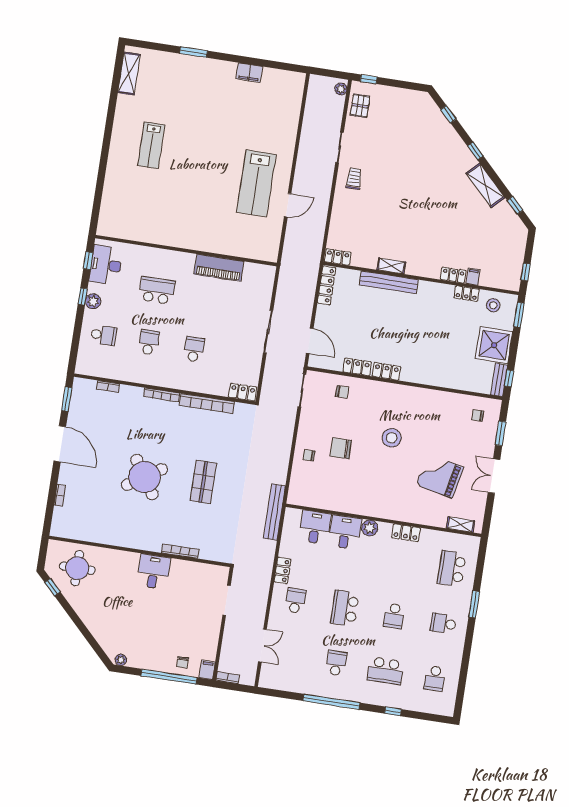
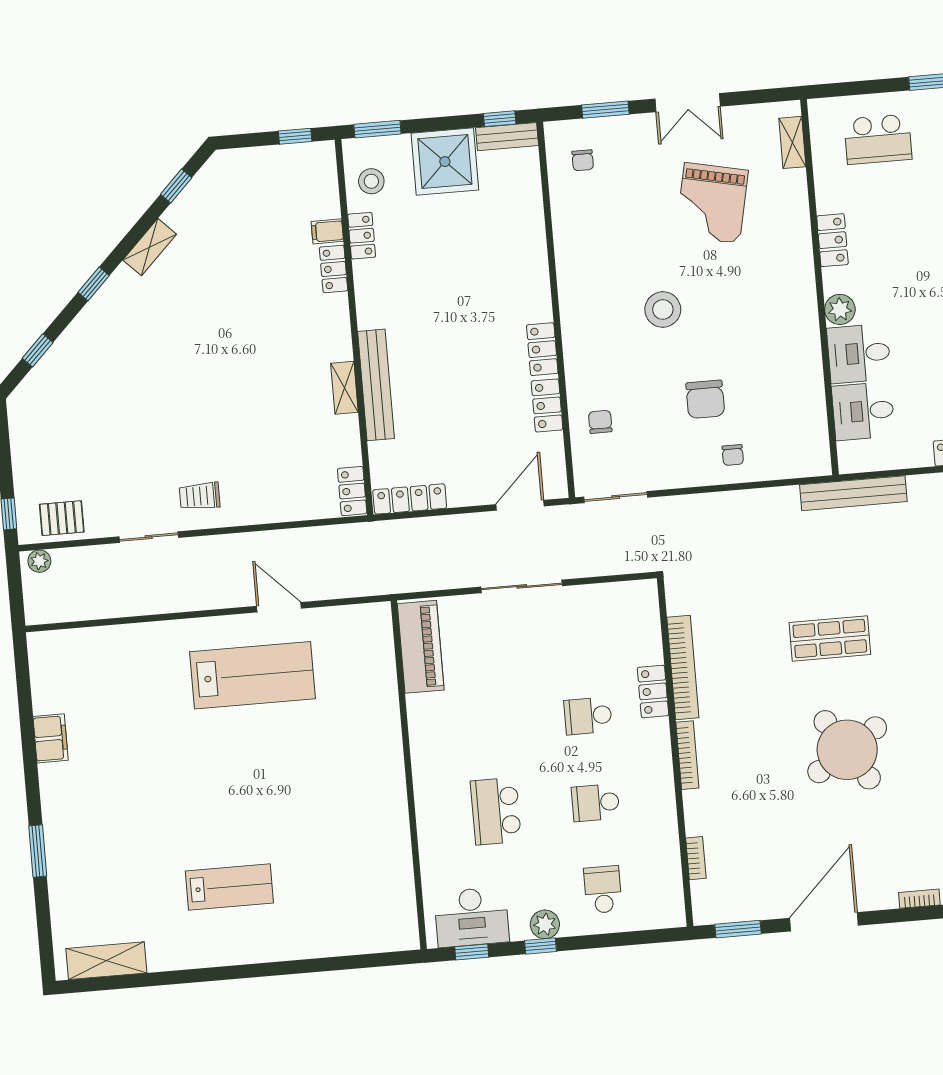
shelving: (485, 185) -> (150, 247), width x0.67, depth x0.75
piano: (219, 268) -> (421, 647), moved
locker: (243, 392) -> (653, 691), moved

